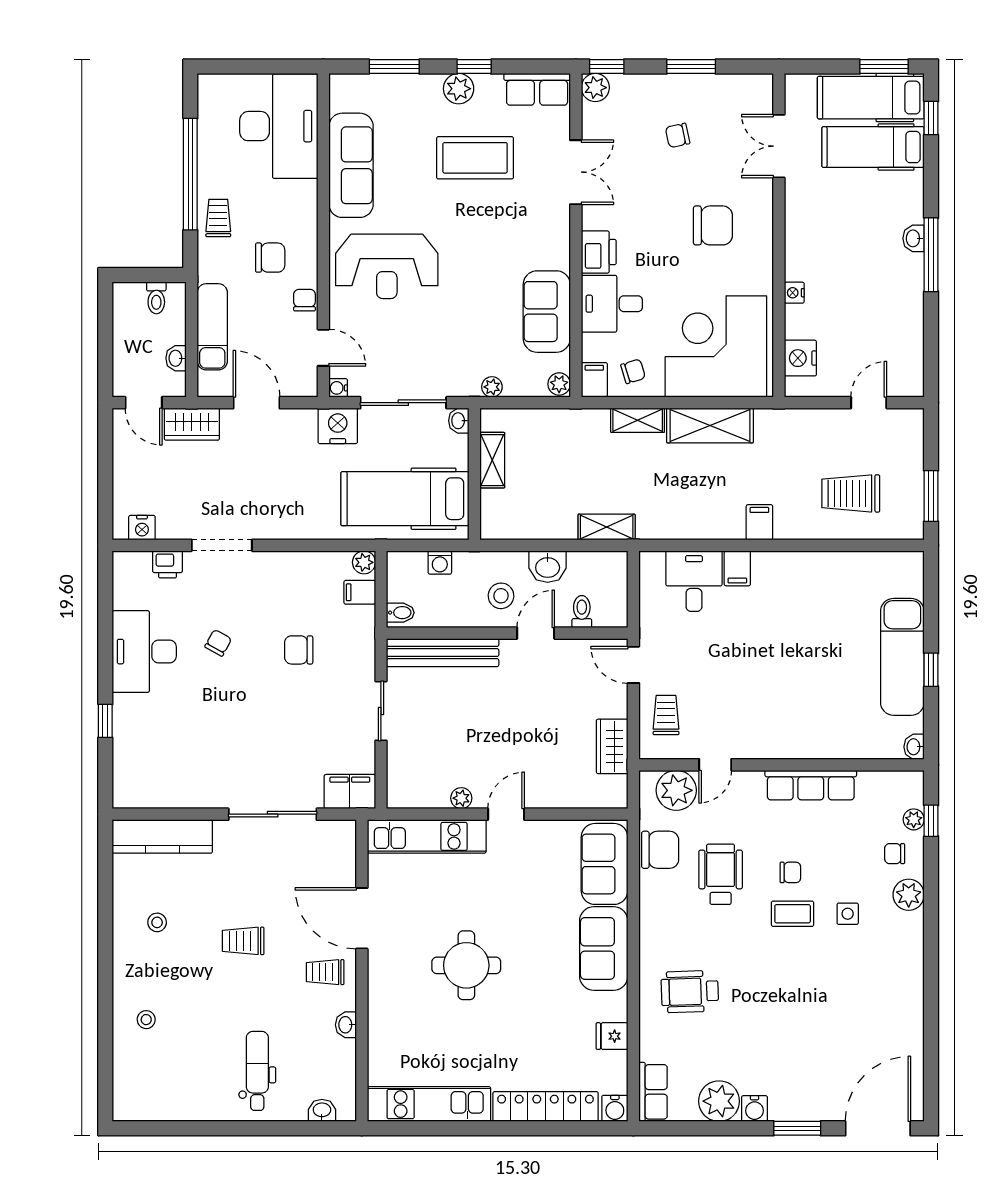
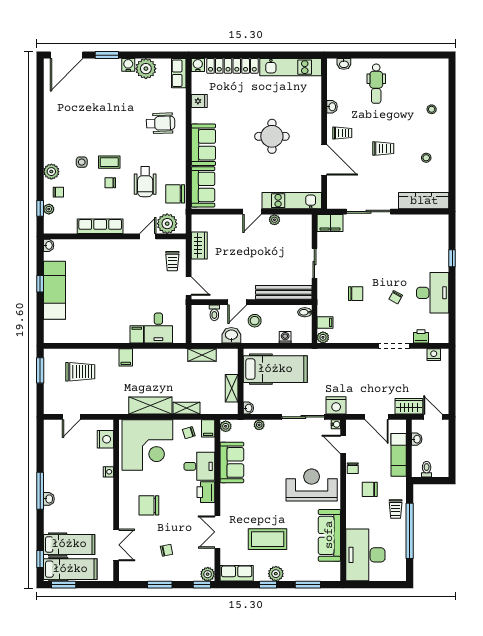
washbasin: (459, 421) -> (248, 408), moved
shelving: (492, 460) -> (232, 388), moved
wall: (474, 474) -> (241, 381), moved
hospital bed: (405, 499) -> (275, 369), moved

